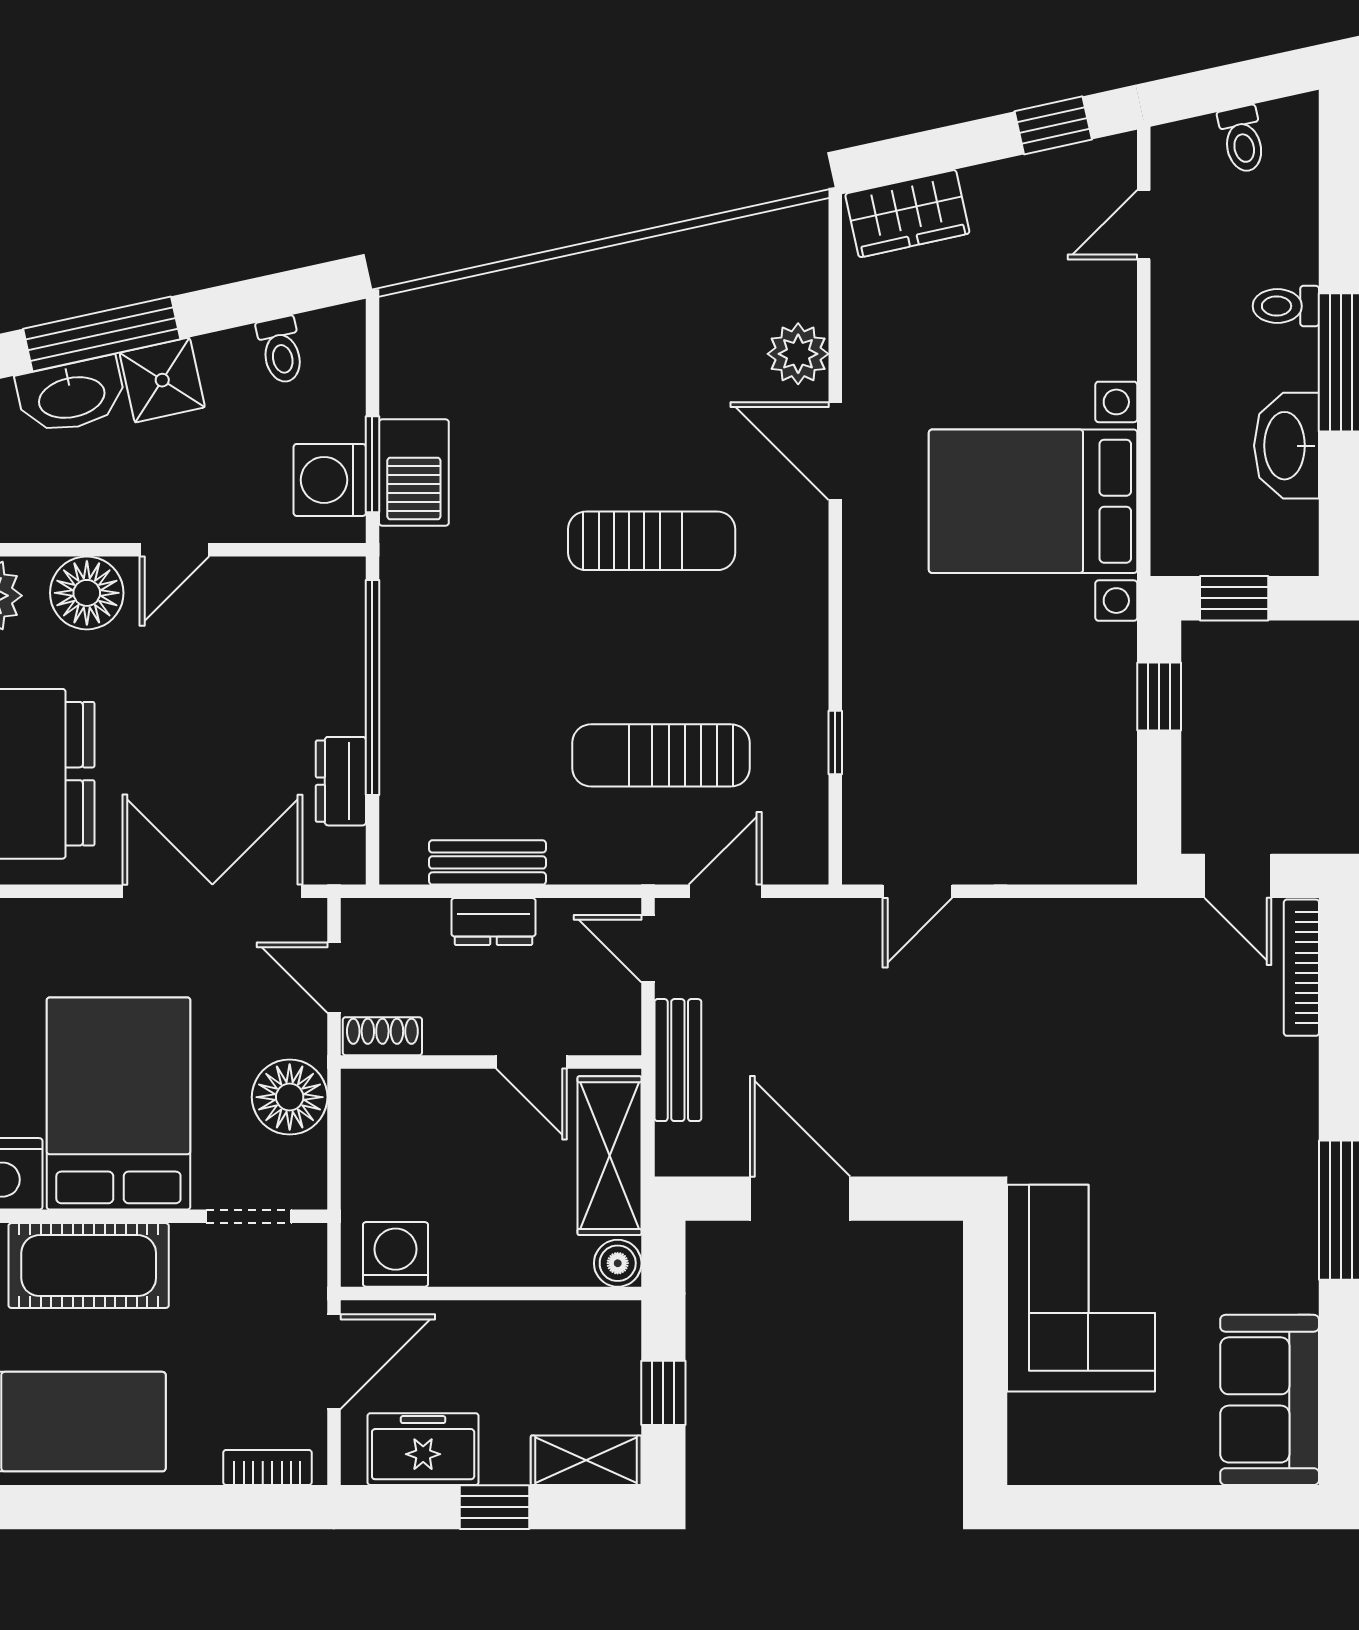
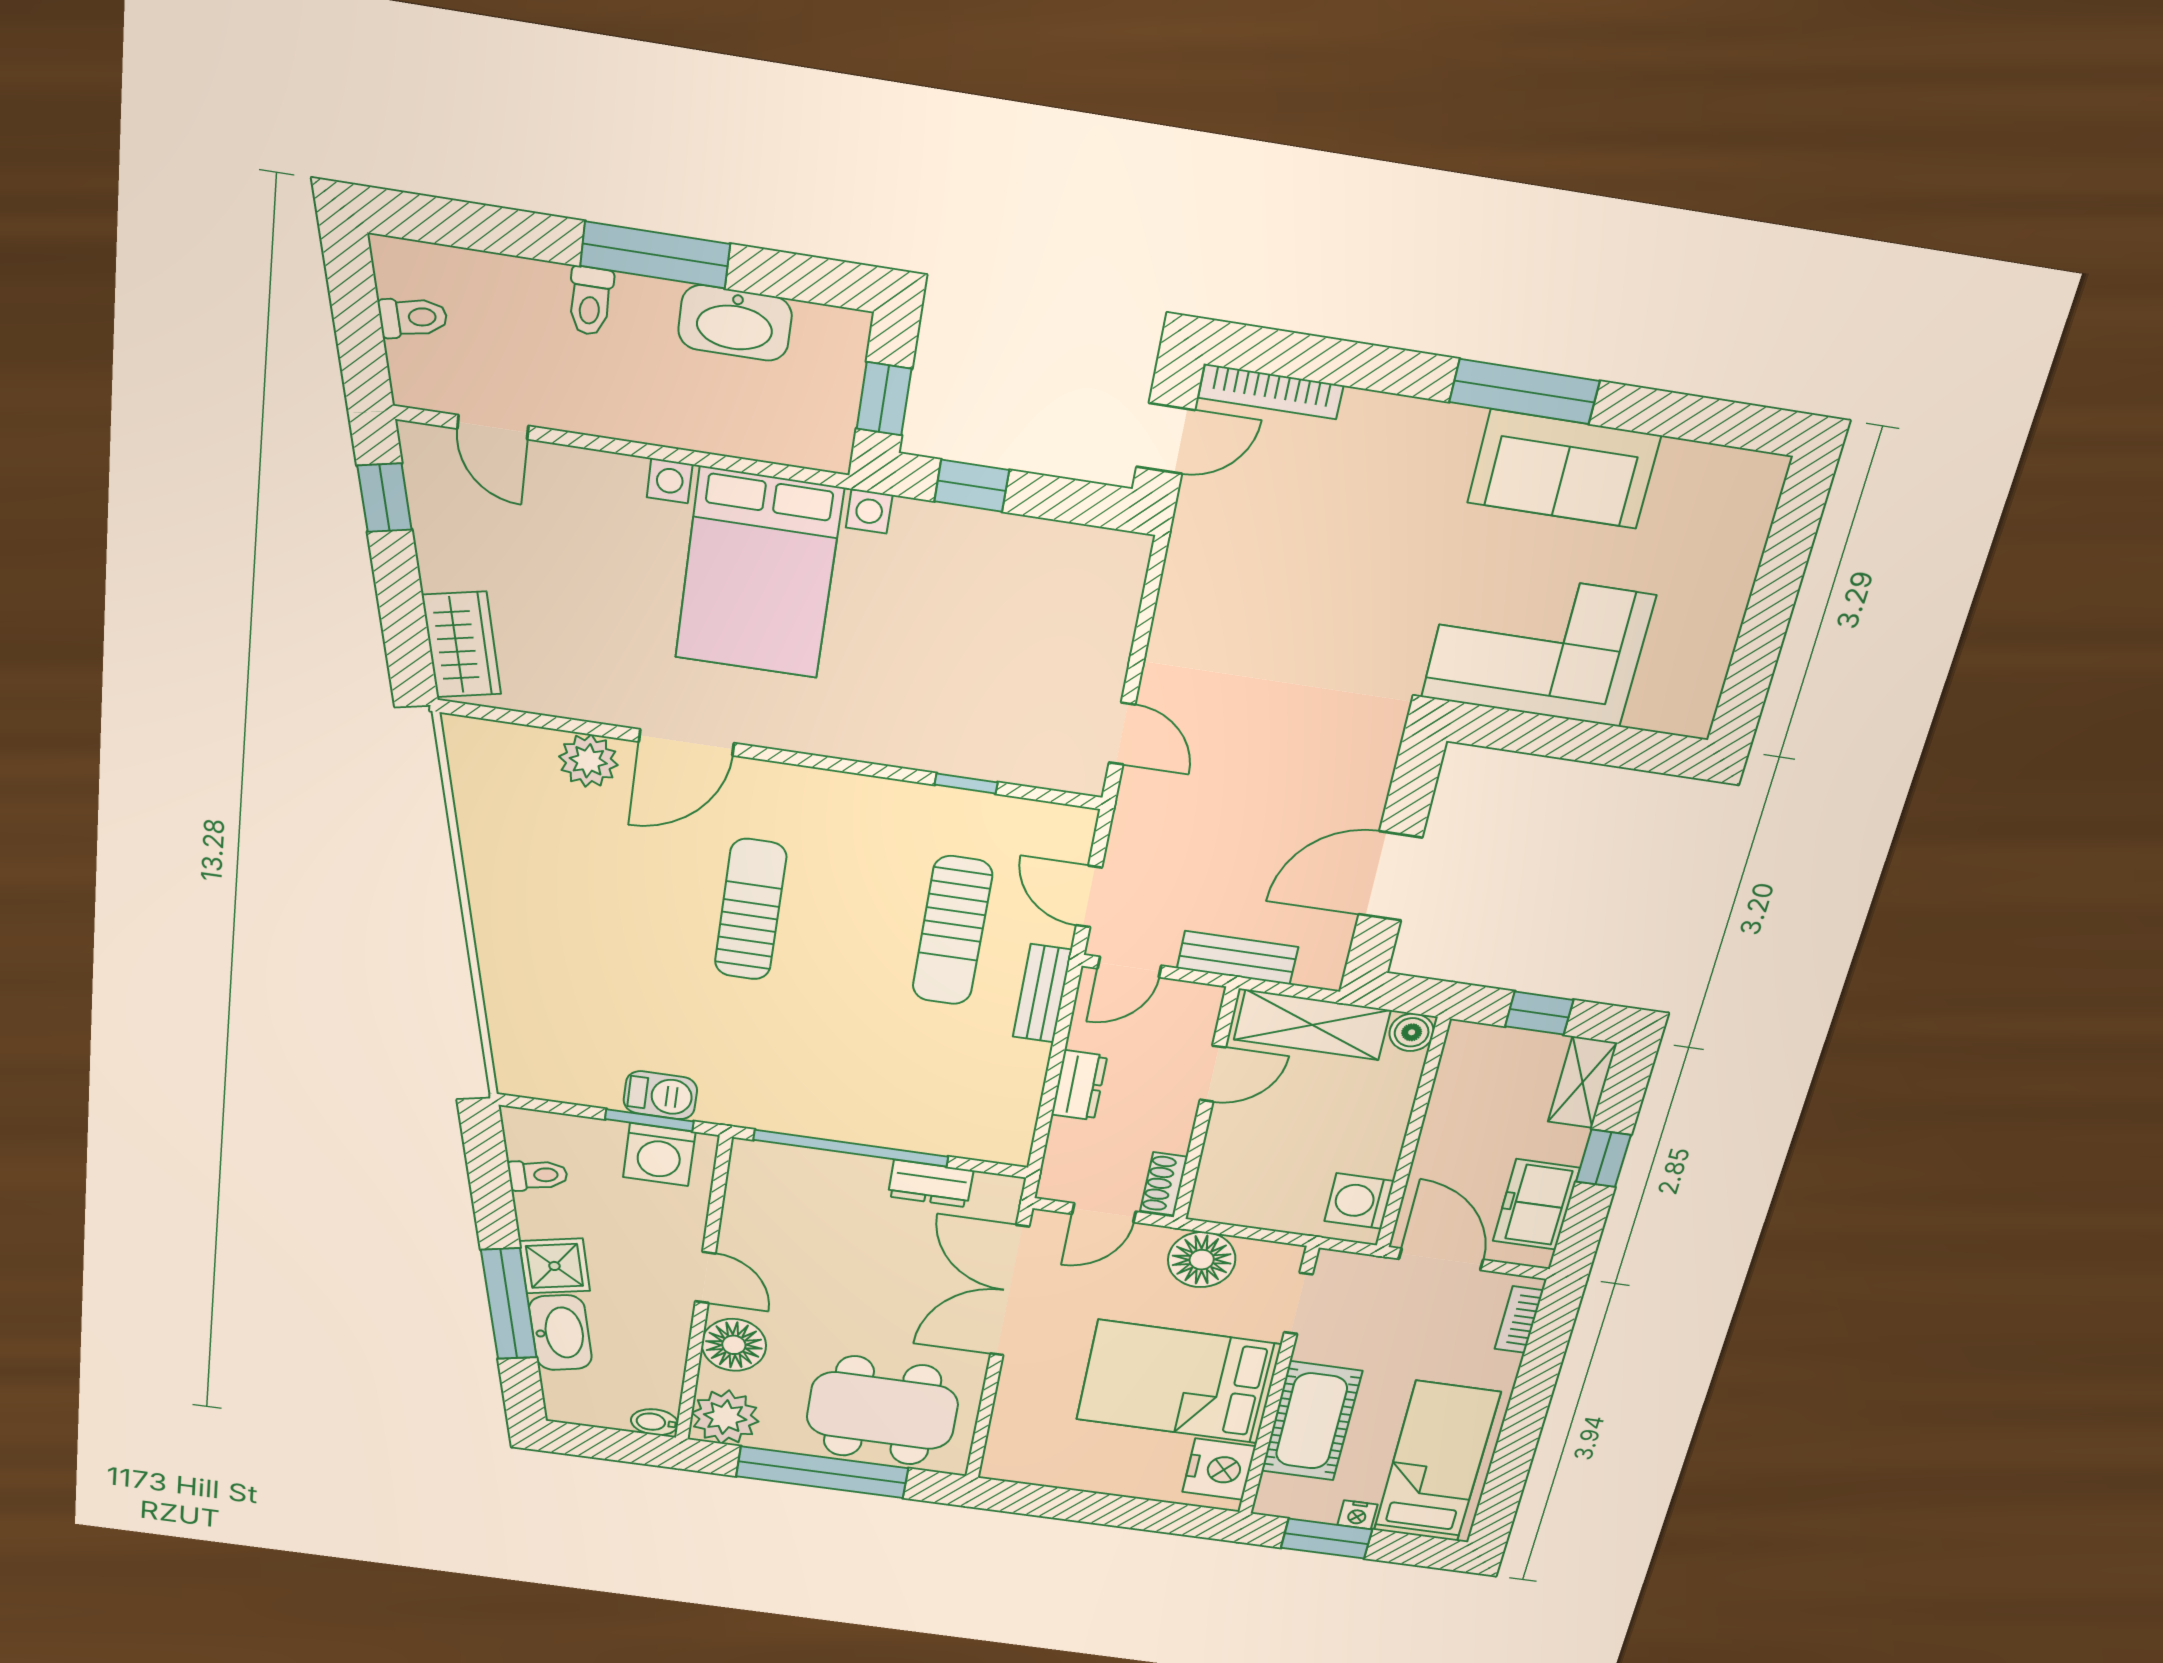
barbecue: (414, 473) -> (660, 1095), width x0.73, depth x0.79
bench: (488, 862) -> (1042, 993), moved
sofa: (1270, 1400) -> (1564, 469), moved

